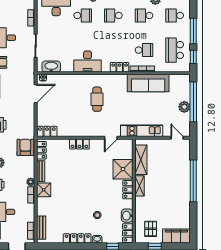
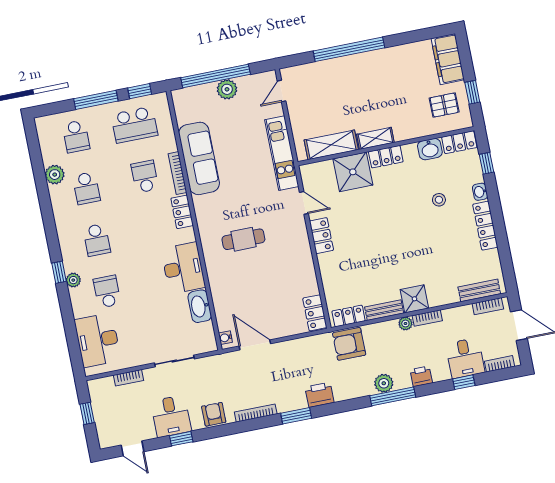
washbasin: (51, 67) -> (200, 306), moved
locker: (79, 144) -> (321, 236), moved

